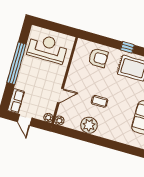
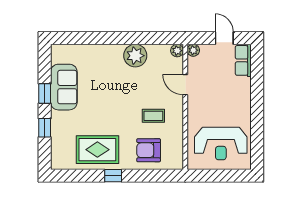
window: (16, 63) -> (257, 112), removed
door: (60, 96) -> (185, 85), hinge flipped
coffee table: (99, 101) -> (153, 116), moved

